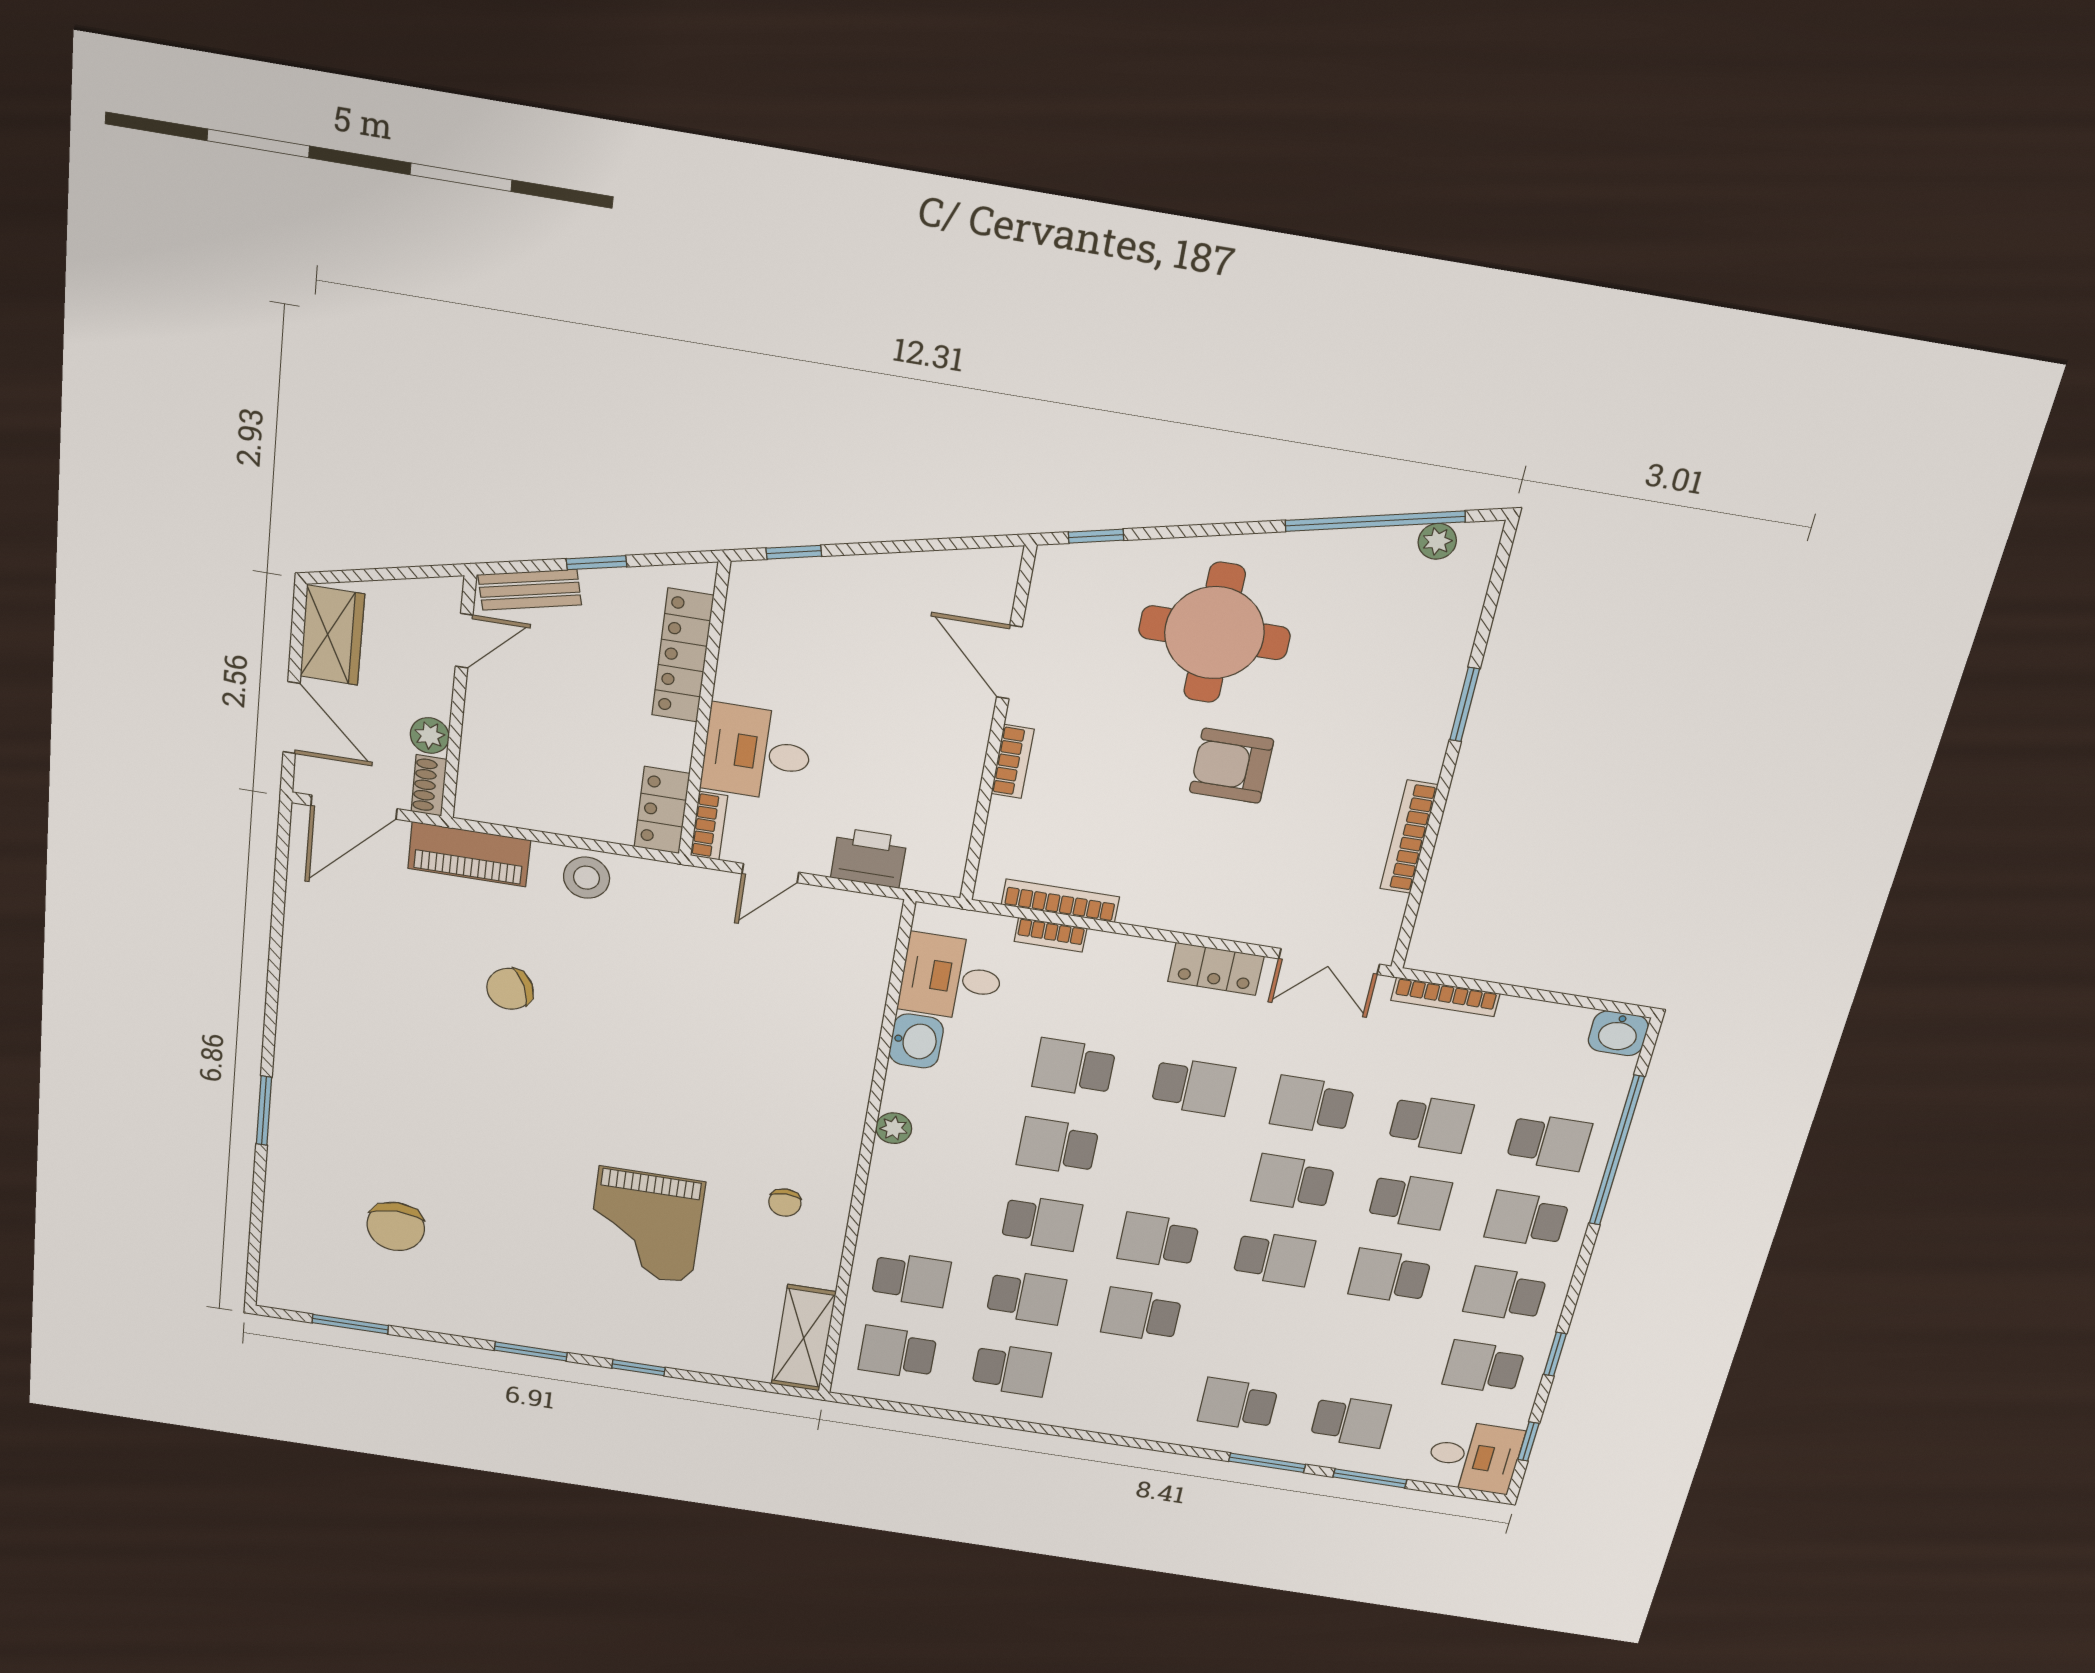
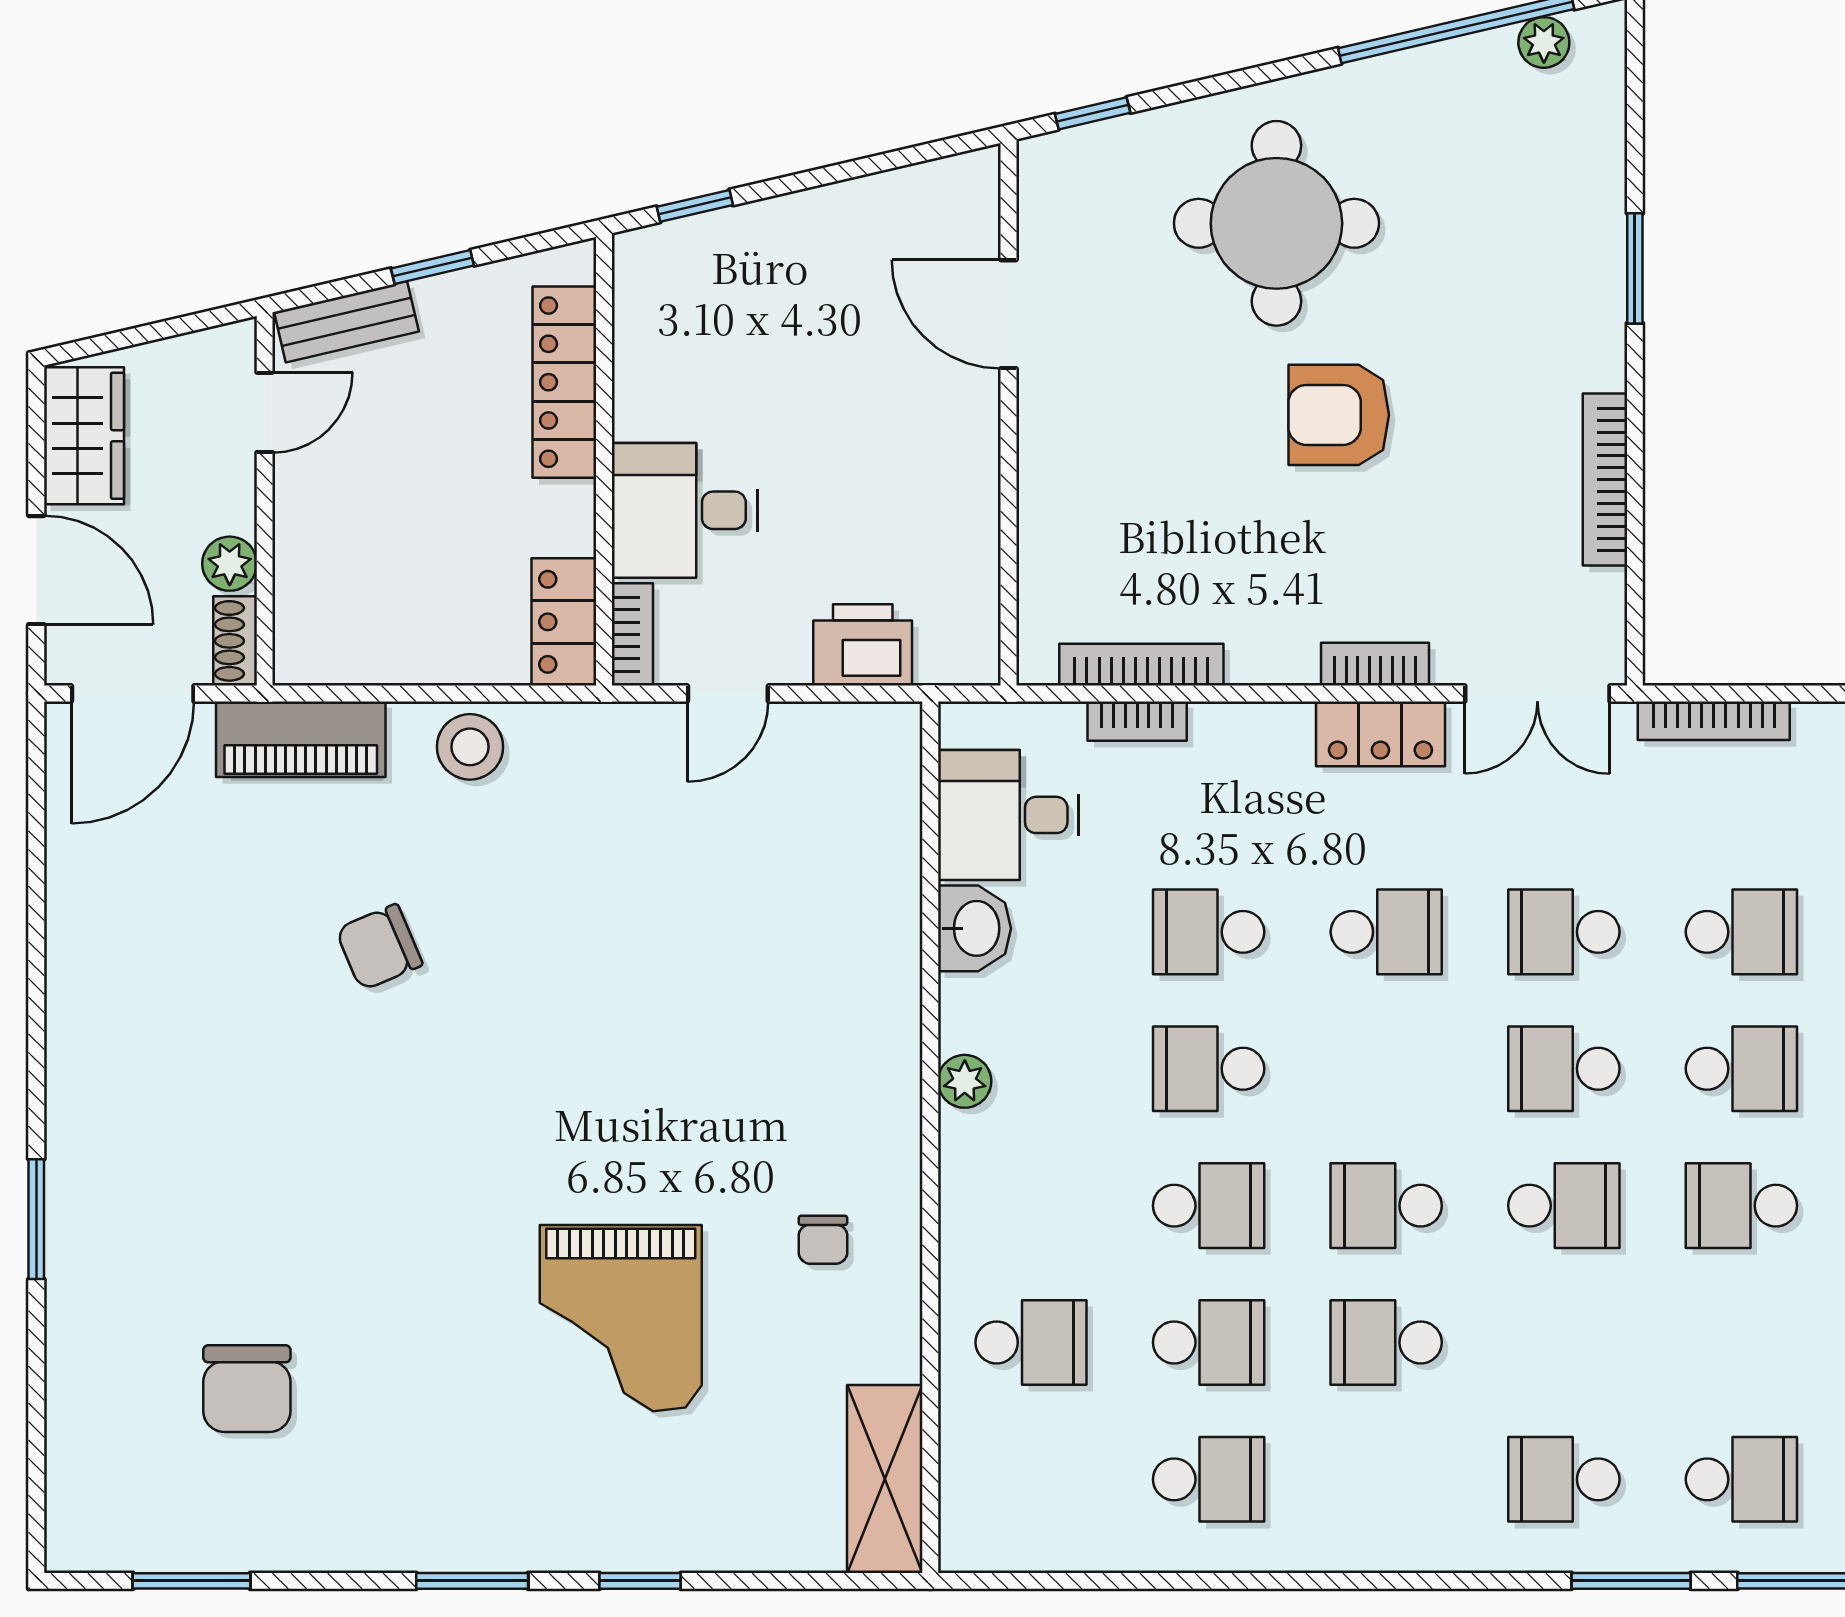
bookcase: (1013, 761) -> (1375, 664), moved, turned -90
school desk: (898, 1353) -> (1031, 1479), removed

